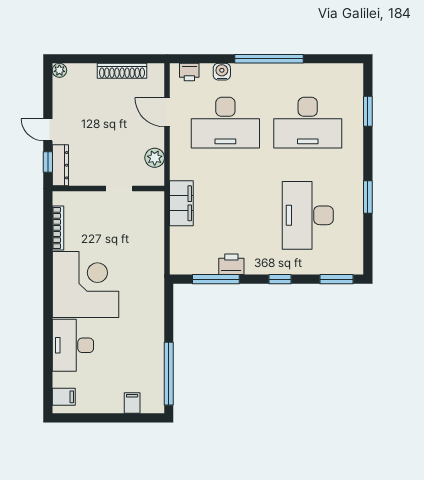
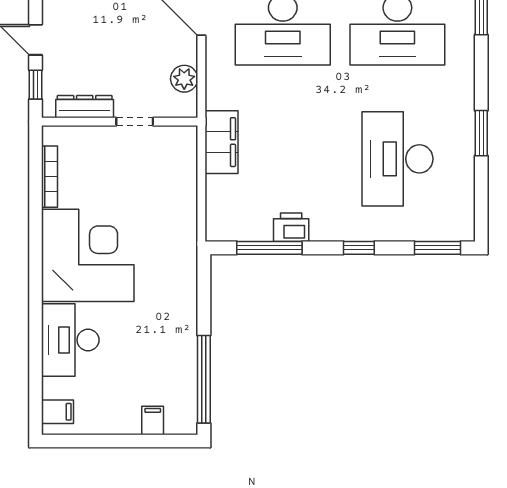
dresser: (60, 165) -> (85, 107), moved, turned -90

